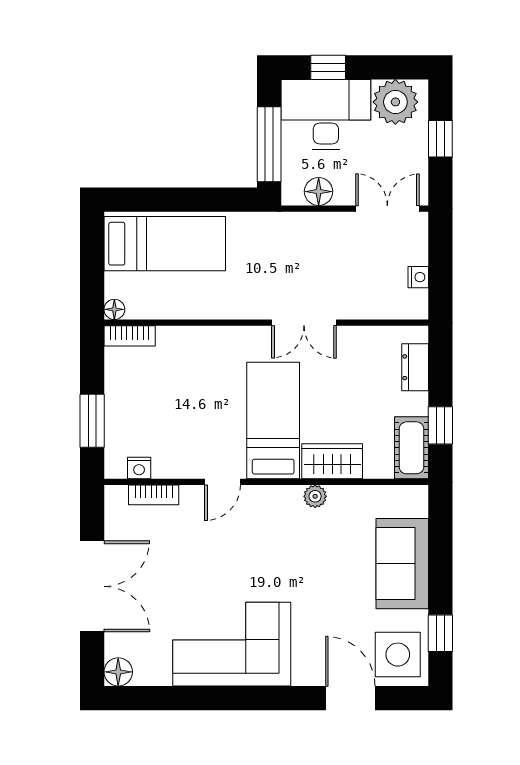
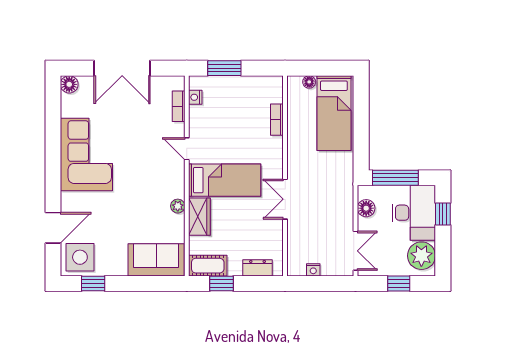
floor lamp: (114, 309) -> (309, 82), moved
bookcase: (130, 336) -> (277, 120), moved
sofa: (402, 564) -> (156, 260), moved

